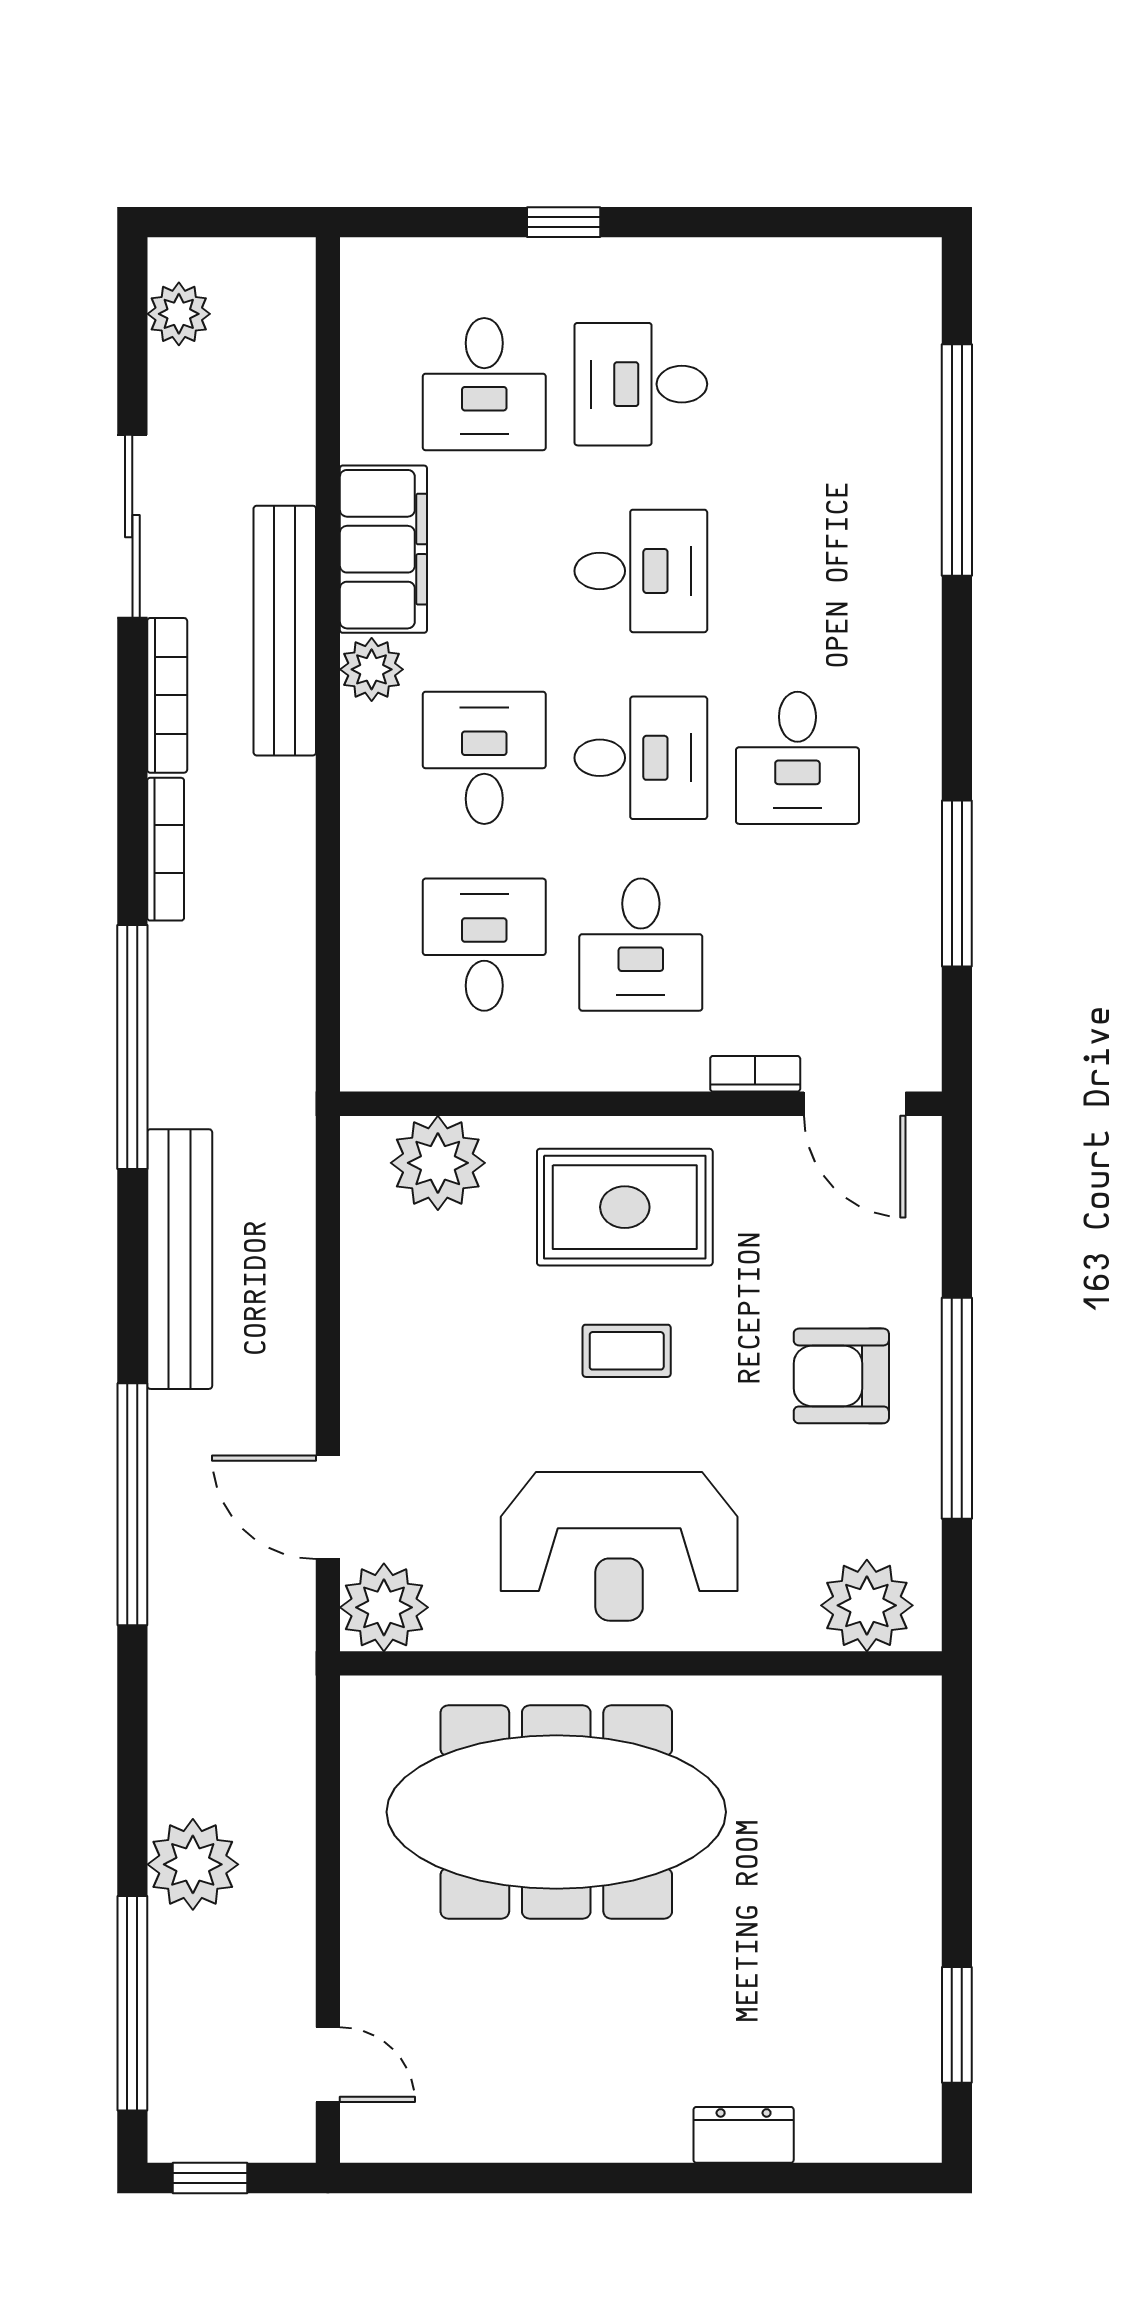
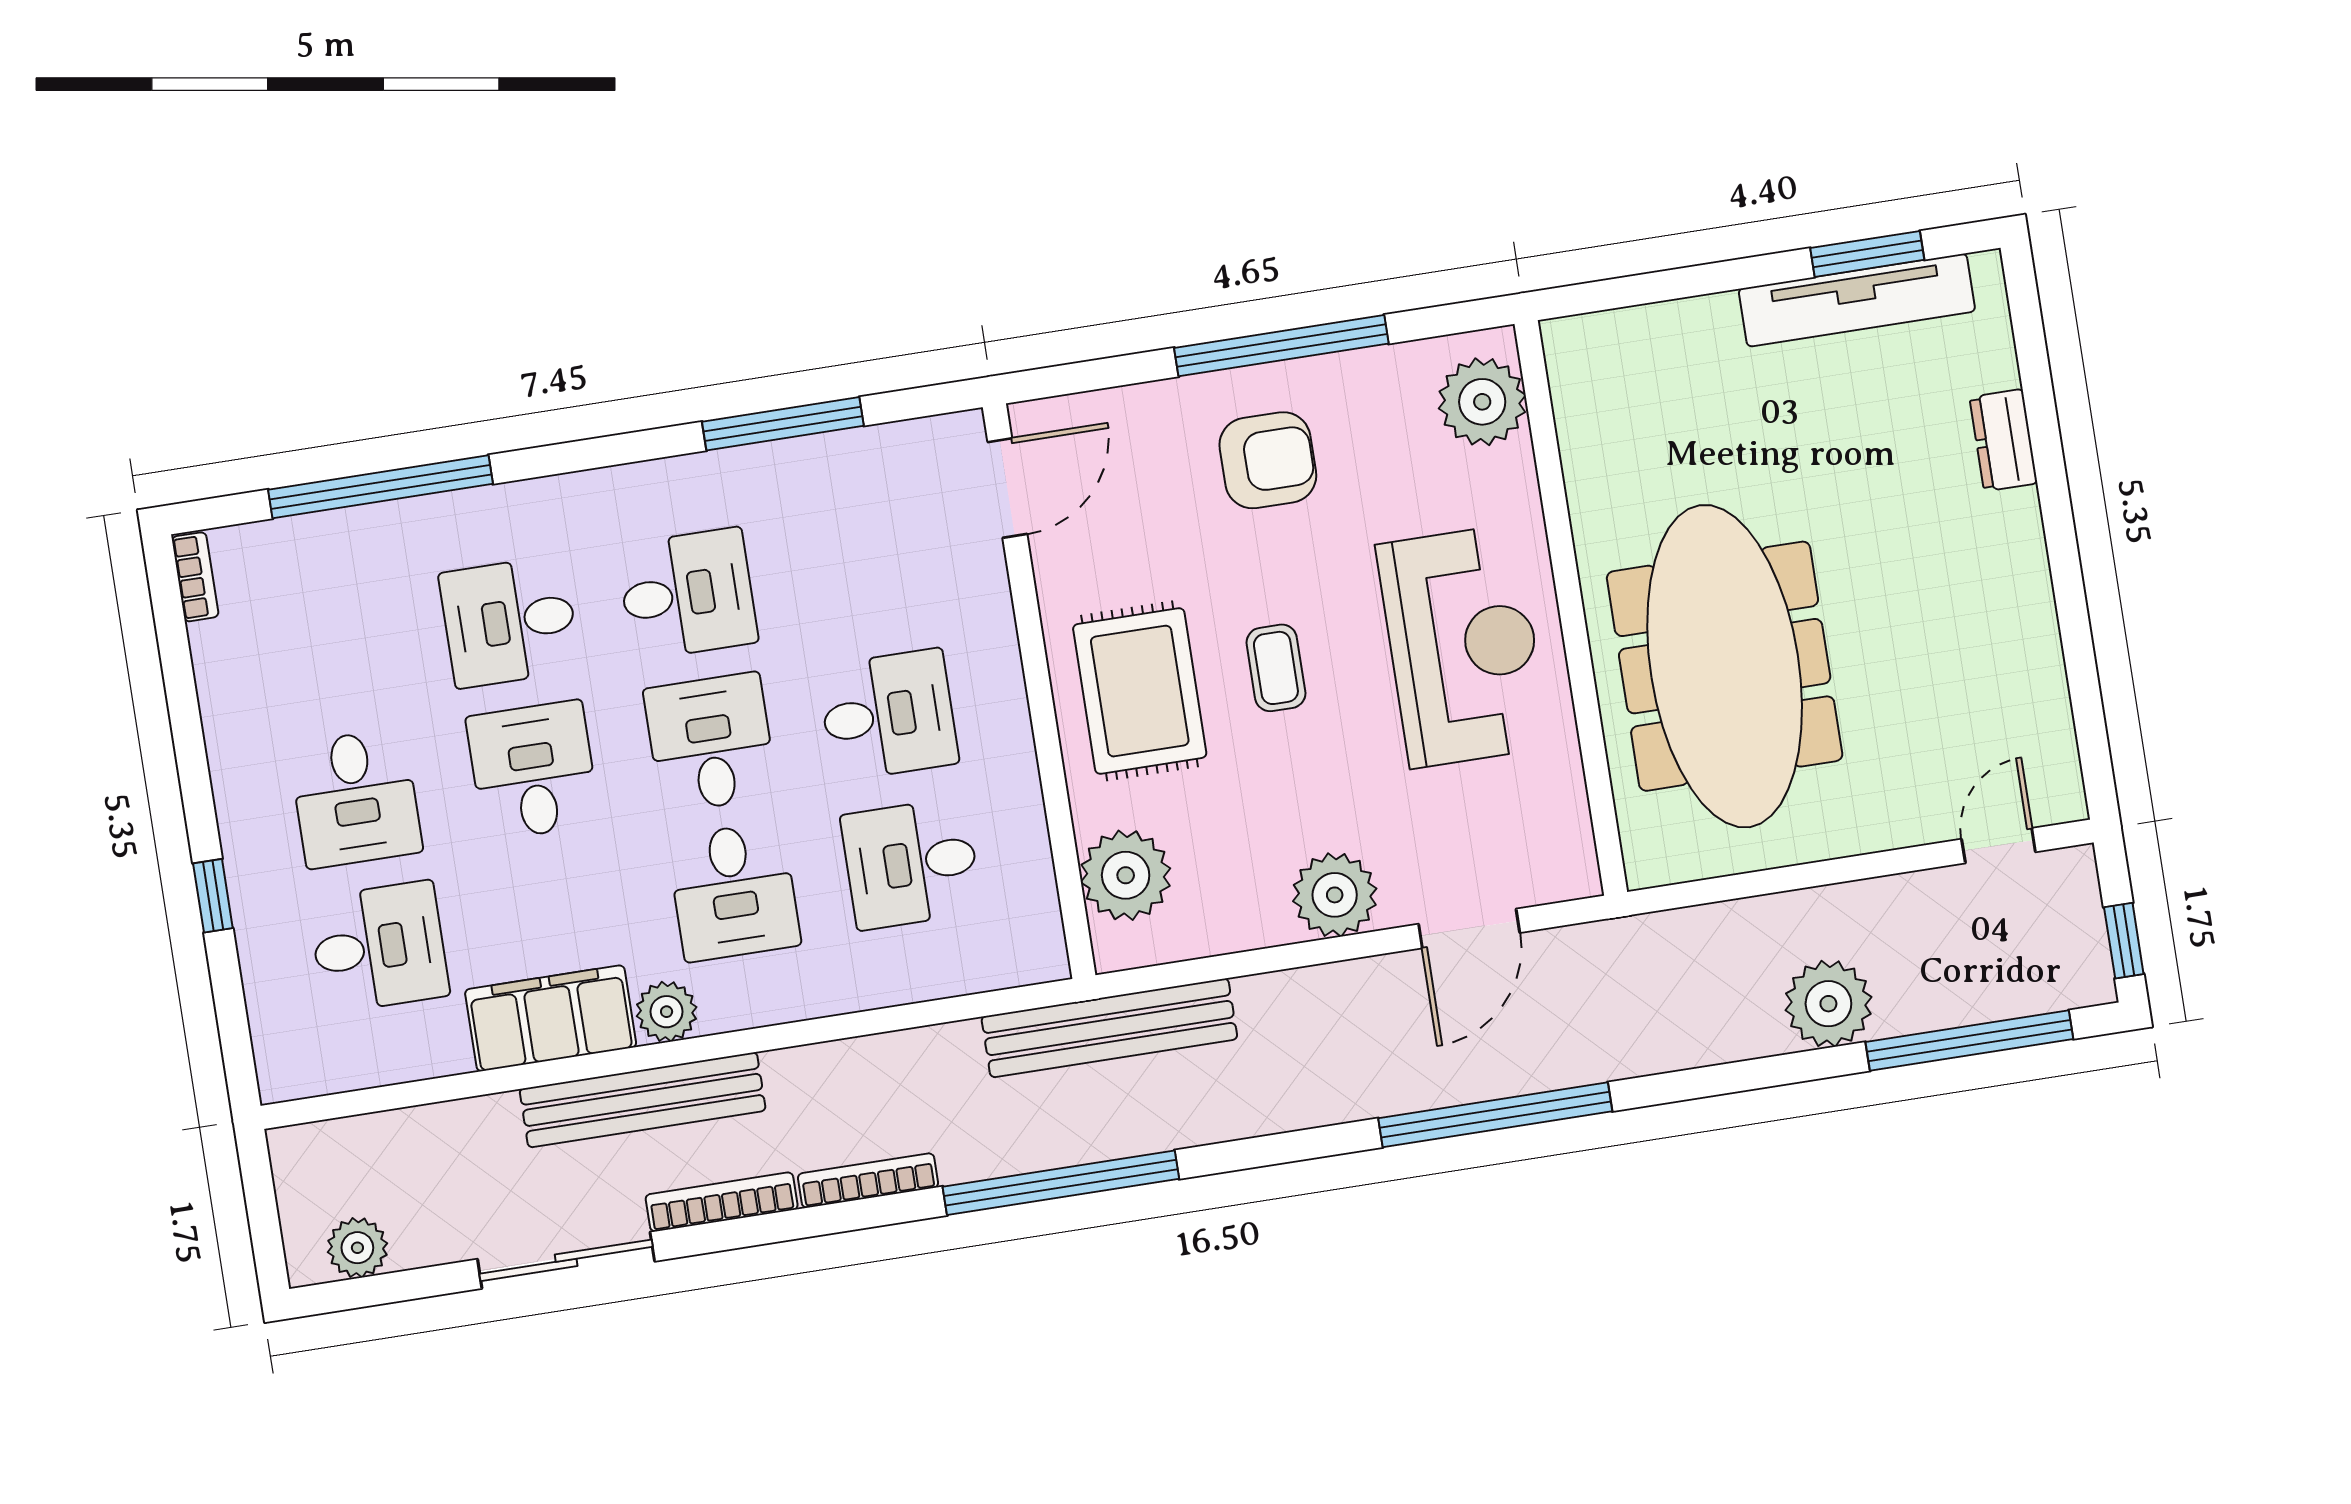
desk: (797, 571) -> (510, 622), added
desk: (484, 758) -> (734, 891), turned -90
bookcase: (755, 1074) -> (195, 577), moved, turned 180
bench: (180, 1259) -> (1109, 1028), moved
armchair: (841, 1376) -> (1268, 460), turned -90
plant: (384, 1607) -> (1335, 895), moved
tv unit: (911, 2007) -> (1857, 300), added

